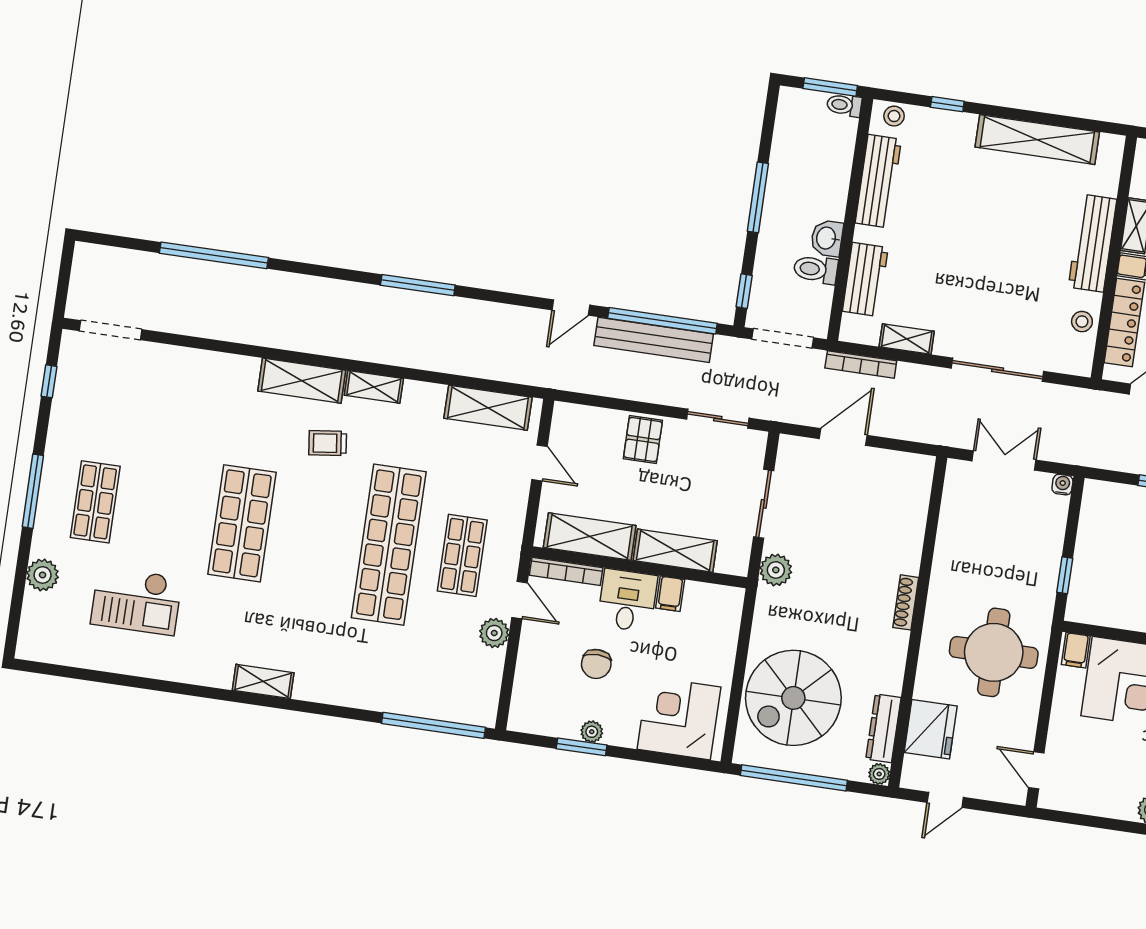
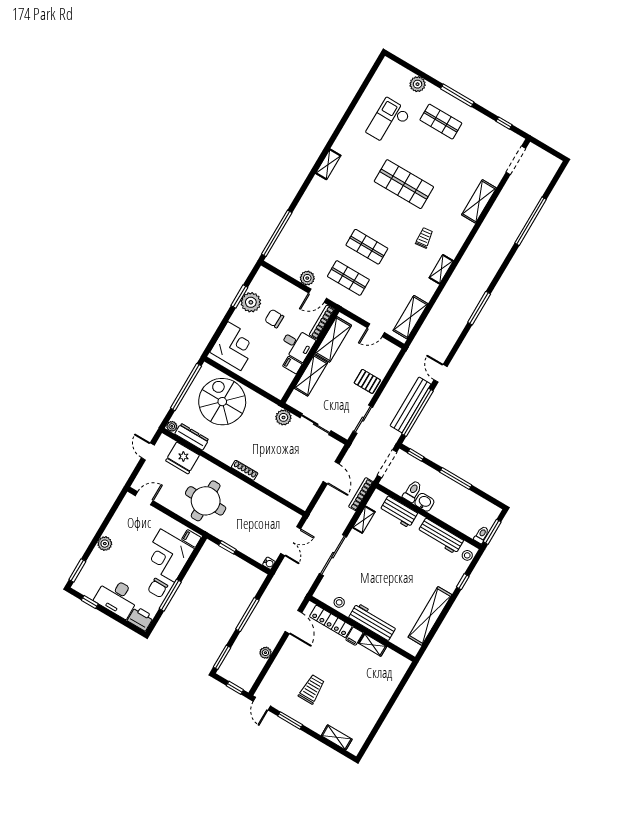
shelving: (302, 381) -> (479, 201), moved
shop shelf: (389, 545) -> (367, 247), width x0.50, depth x0.74
plant: (592, 732) -> (251, 302), width x1.88, depth x1.88

